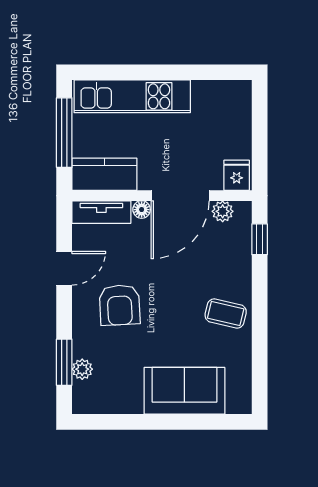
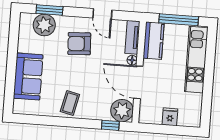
fridge: (237, 175) -> (170, 117), moved, turned -90
plant: (223, 211) -> (122, 110), width x1.88, depth x1.88
plant: (82, 369) -> (44, 25), width x1.87, depth x1.87

